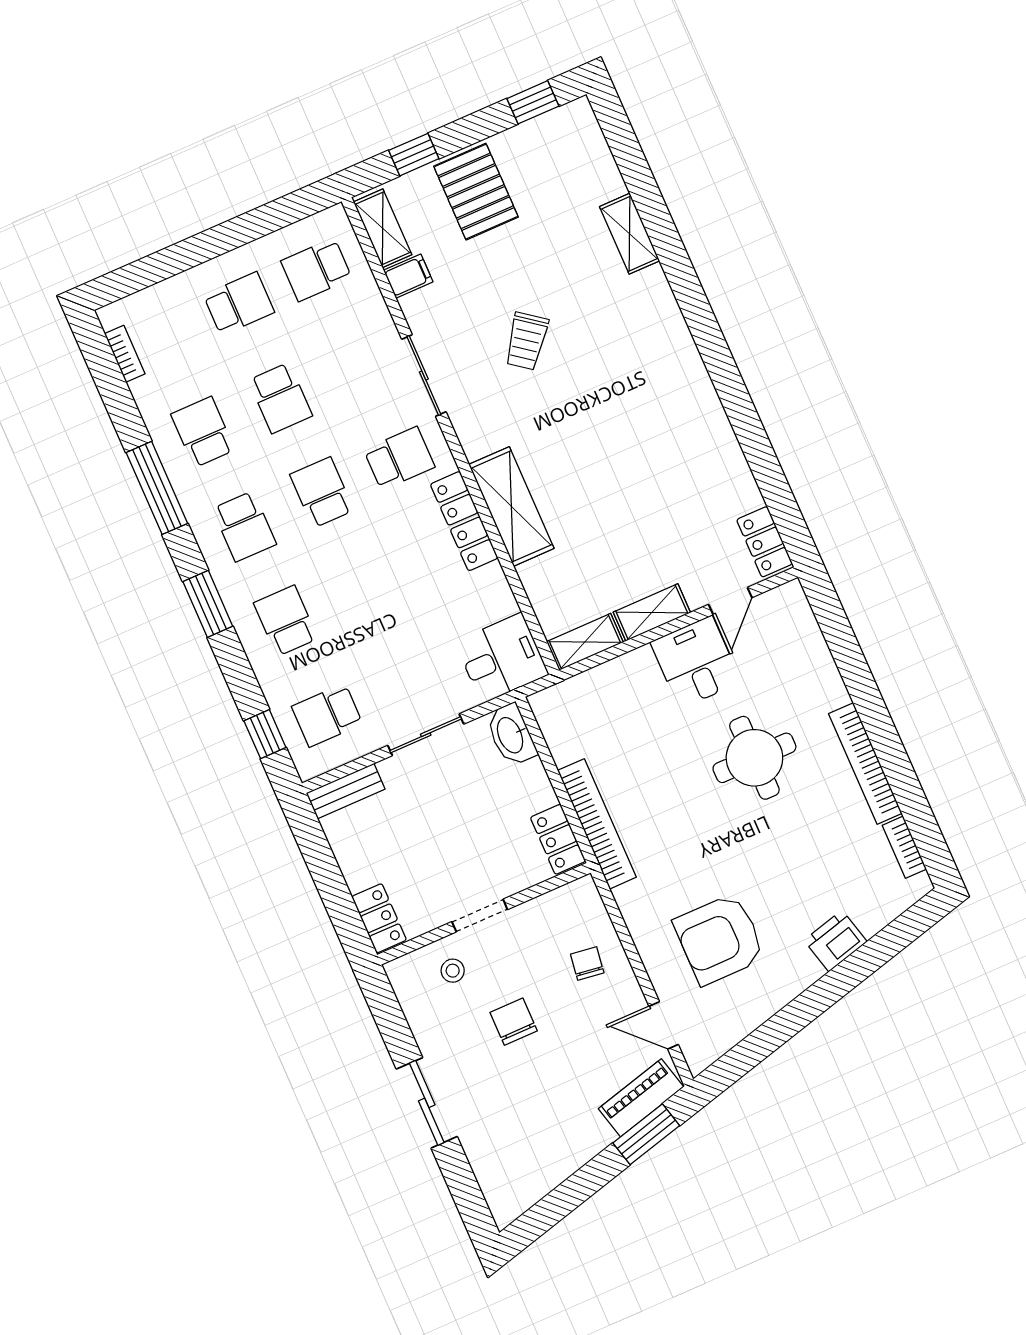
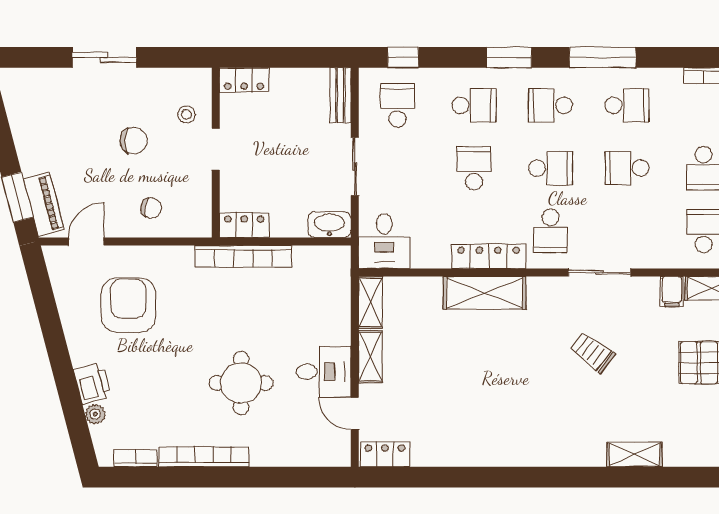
school desk: (363, 587) -> (474, 168), added
plant: (872, 921) -> (95, 414), added

